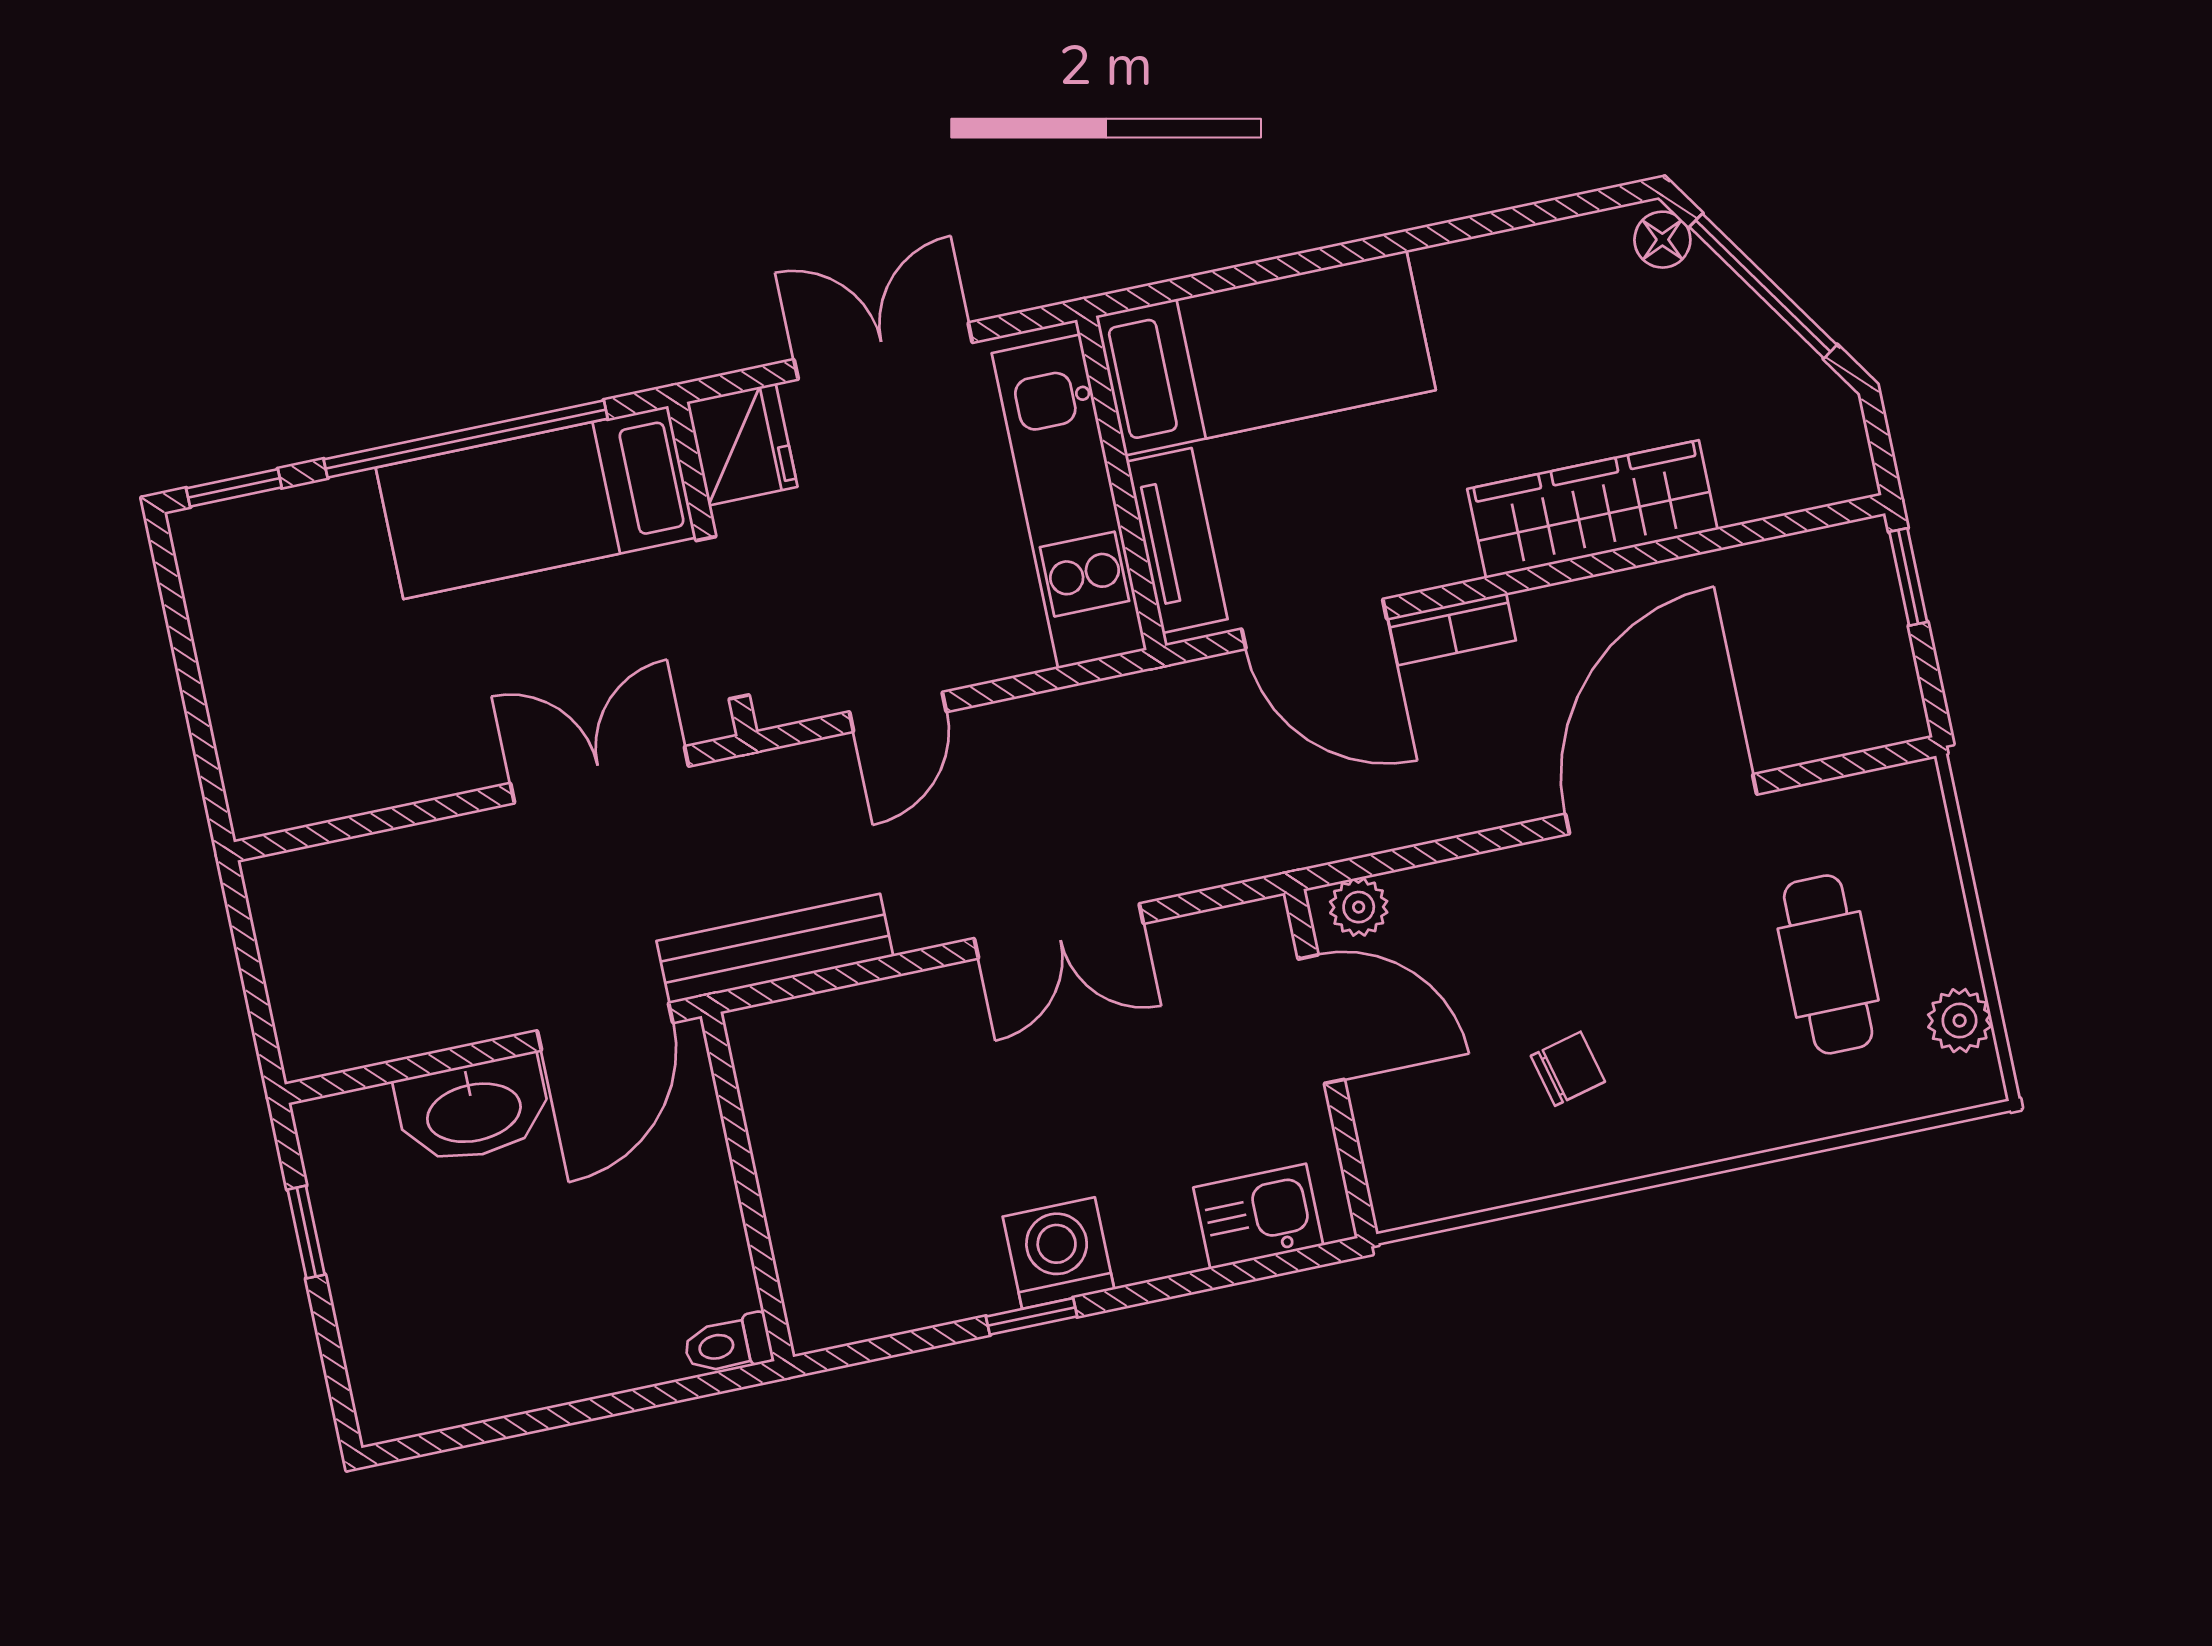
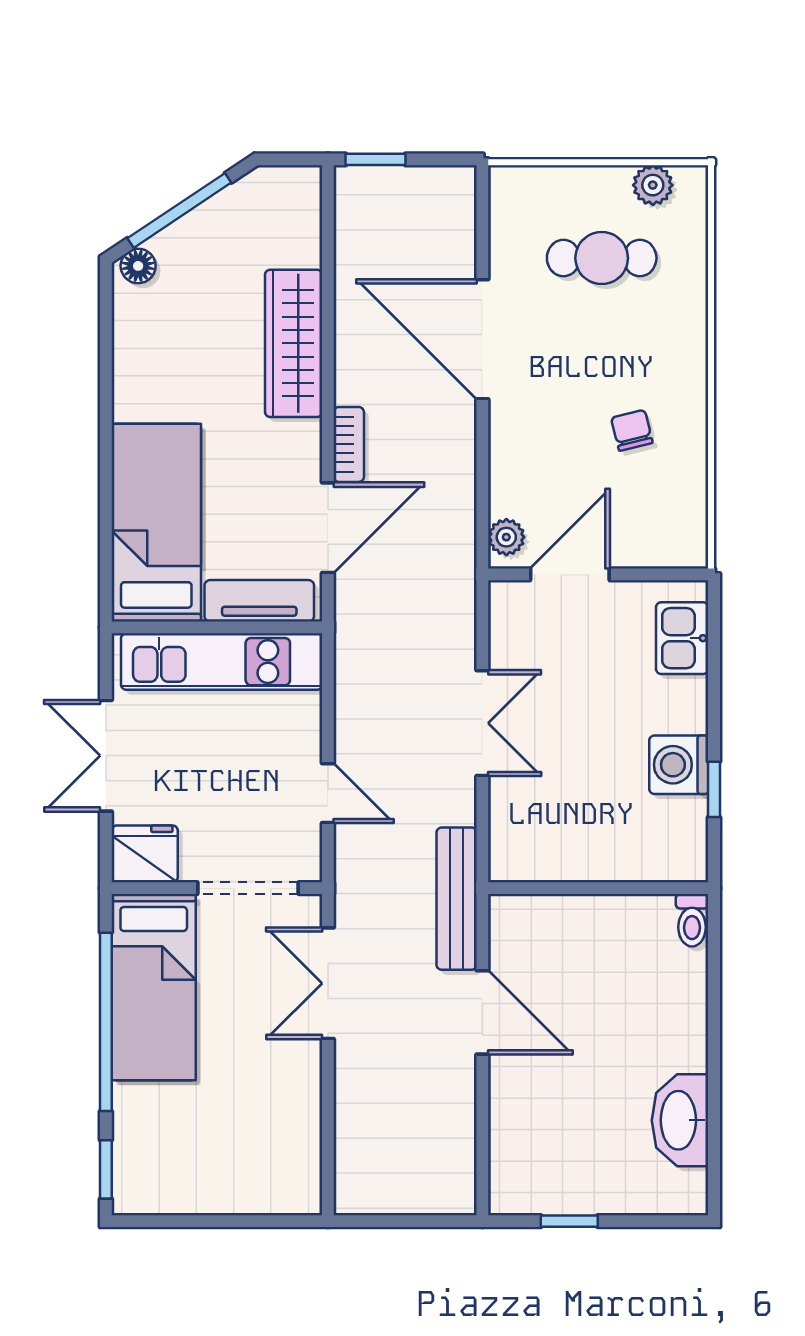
washbasin: (473, 1110) -> (680, 1120), moved, turned 180
wall: (747, 1186) -> (598, 888), moved
toilet: (728, 1344) -> (692, 920), moved

